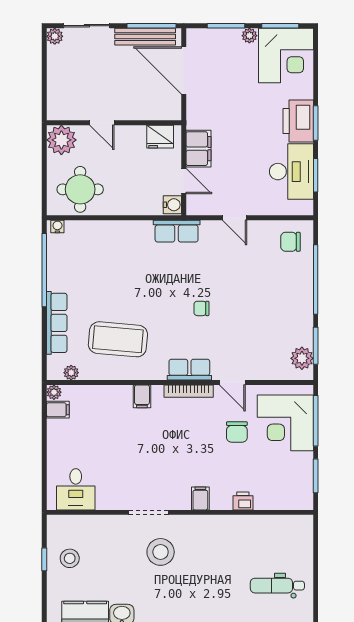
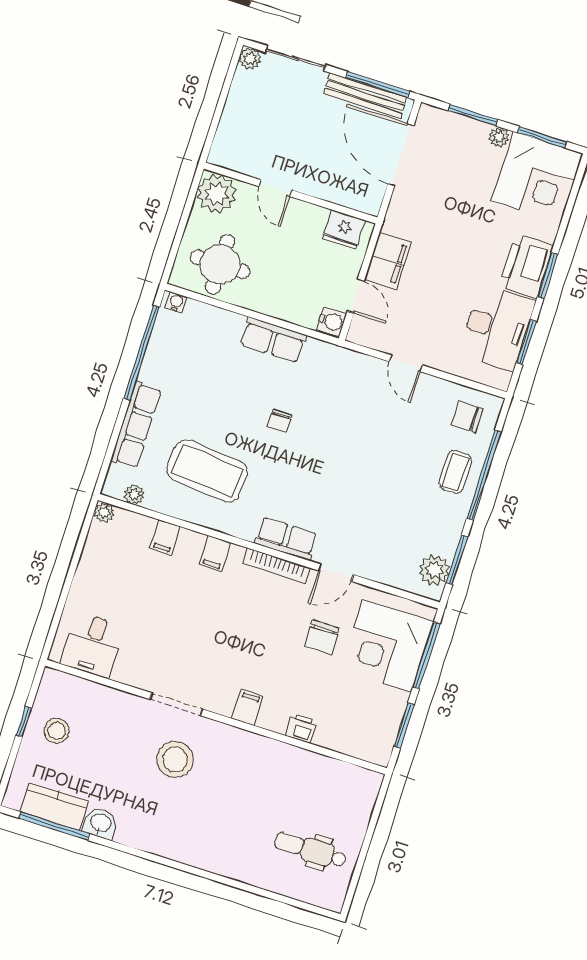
row of seats: (177, 231) -> (273, 340), moved
coffee table: (294, 284) -> (455, 472), added
chair: (201, 308) -> (279, 421), moved, turned -90
door: (232, 382) -> (336, 573), hinge flipped
filing cabinet: (58, 410) -> (165, 537), moved, turned 90

